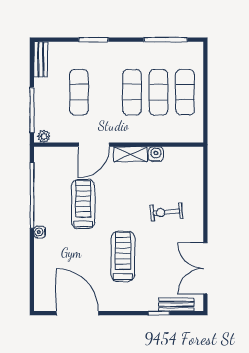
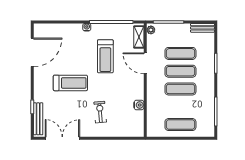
exercise mat: (158, 92) -> (180, 71), moved
shelving: (130, 154) -> (139, 37), moved
treadmill: (83, 204) -> (105, 56), turned 90
bench: (177, 304) -> (38, 119), width x1.36

